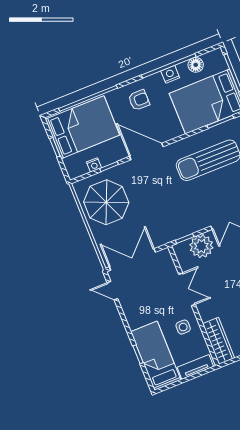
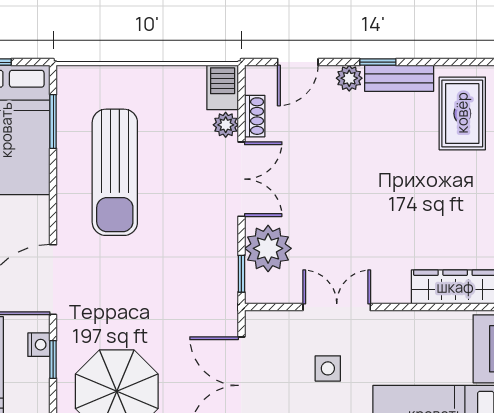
nightstand: (94, 165) -> (39, 345), moved
side table: (183, 327) -> (328, 368), moved

